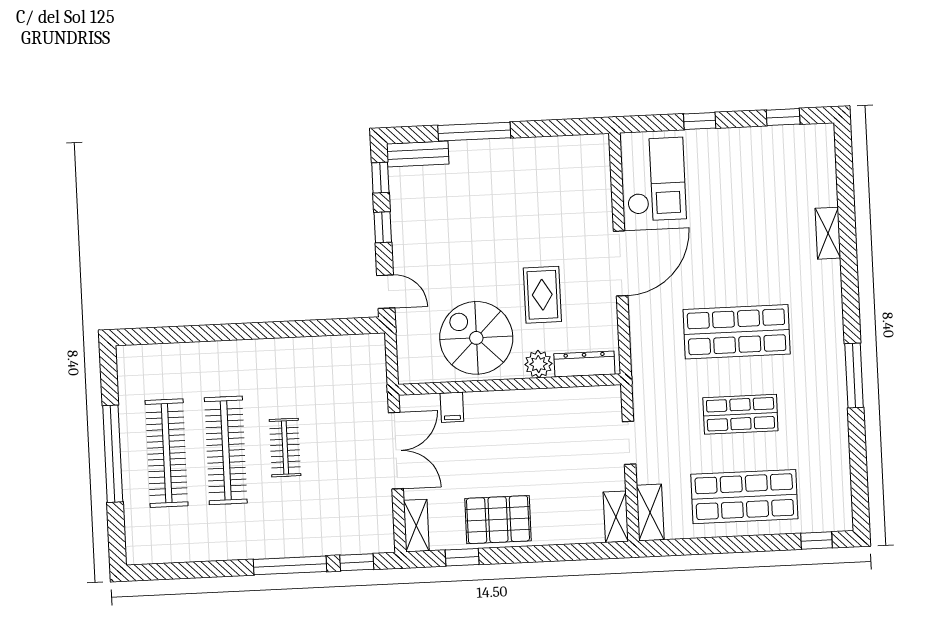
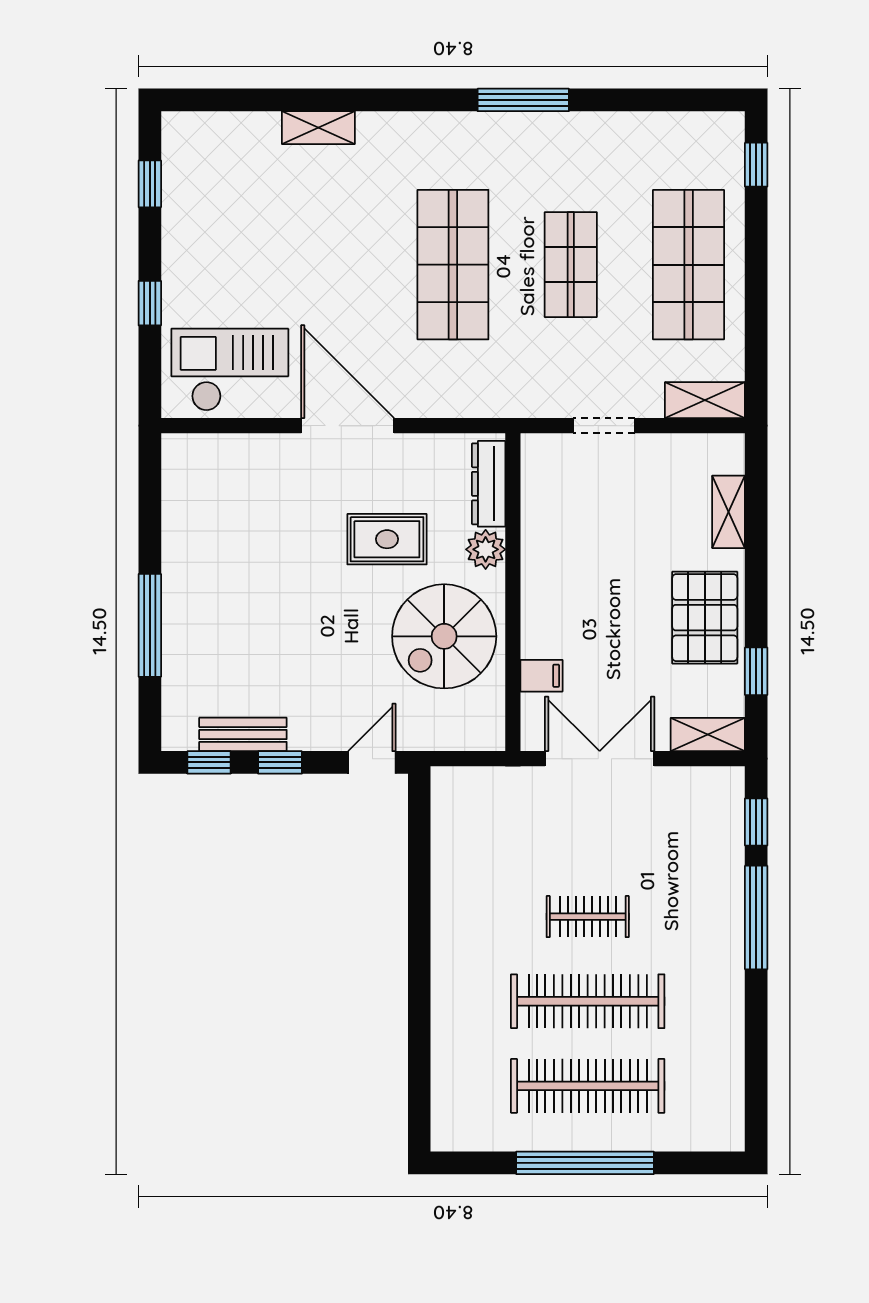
bench: (418, 154) -> (243, 734), moved, turned 90
shelving: (616, 517) -> (729, 512), moved, turned 90

